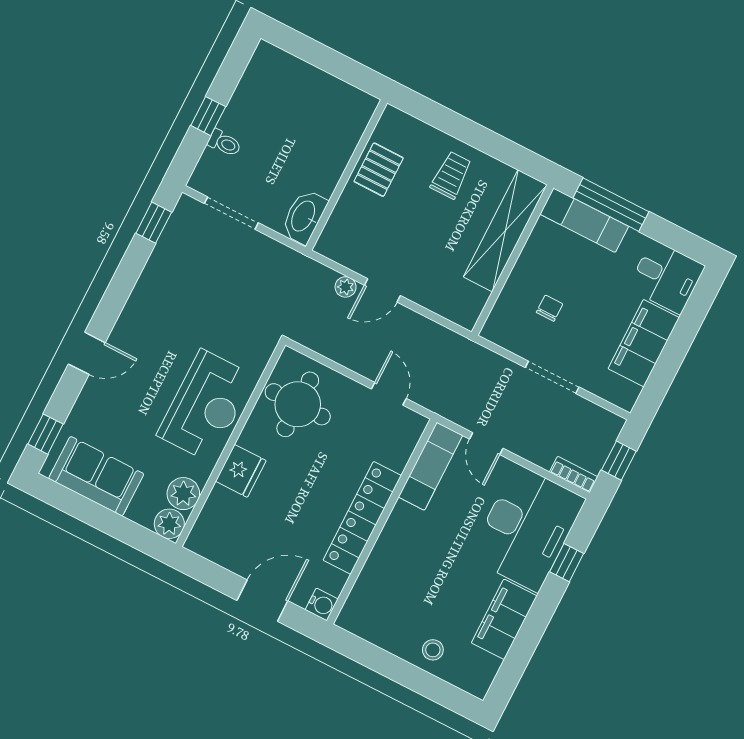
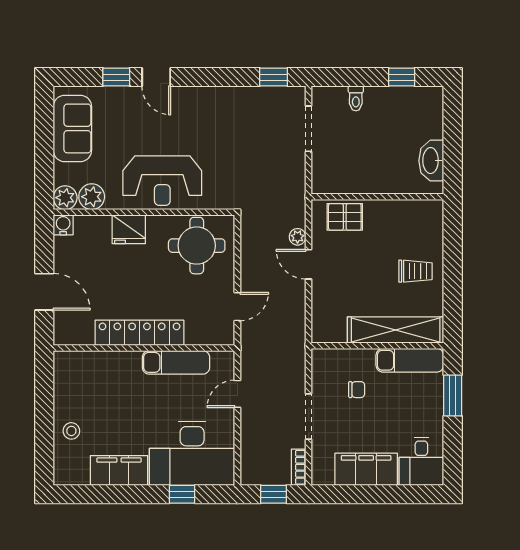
window: (208, 116) -> (402, 77), moved
pallet: (379, 170) -> (345, 217), moved
window: (611, 205) -> (453, 396), width x0.69
washbasin: (304, 216) -> (431, 161), moved, turned -90
exam couch: (584, 220) -> (410, 360), moved, turned -90
window: (46, 434) -> (116, 77), moved
exam couch: (430, 466) -> (176, 362), moved
bookcase: (574, 474) -> (299, 467), moved, turned 180
water cooler: (322, 604) -> (63, 225), moved, turned 180

